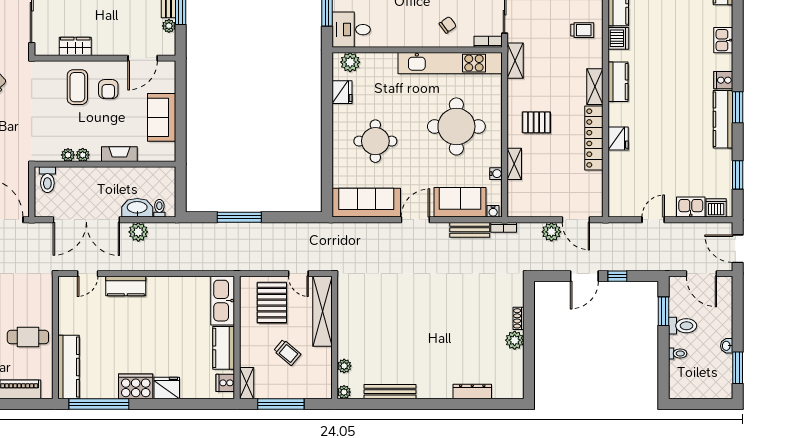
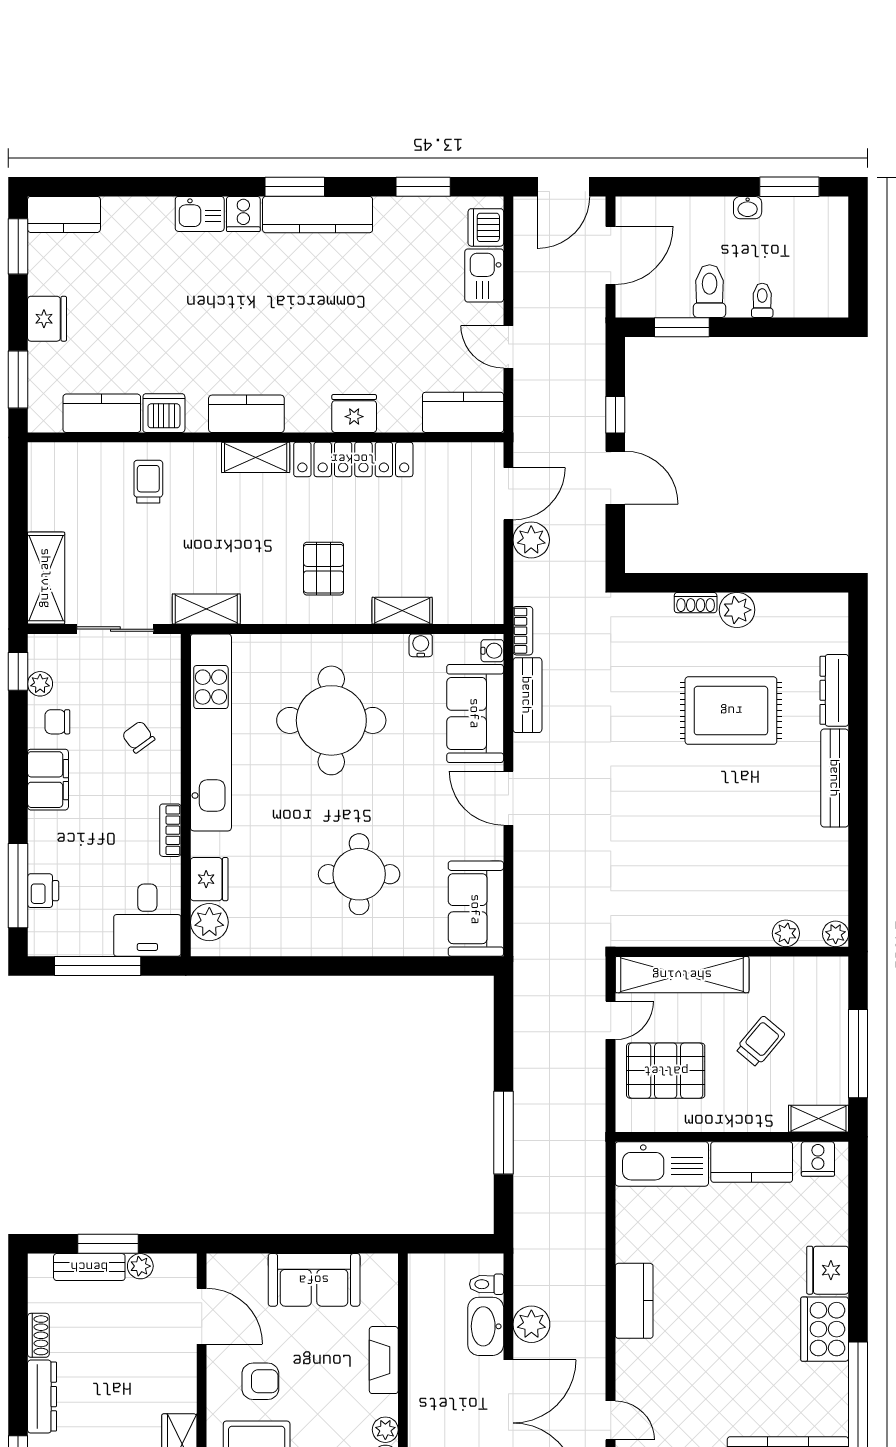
kitchen sink: (723, 40) -> (200, 214), moved
bookcase: (488, 42) -> (170, 830), moved
fridge: (342, 92) -> (209, 879), moved, turned 90
kitchen counter: (619, 196) -> (463, 412), added
sofa: (366, 203) -> (476, 909), width x0.73
kitchen counter: (126, 286) -> (634, 1301), moved
rug: (462, 337) -> (731, 711), added
bench: (390, 392) -> (835, 778), moved

